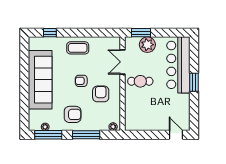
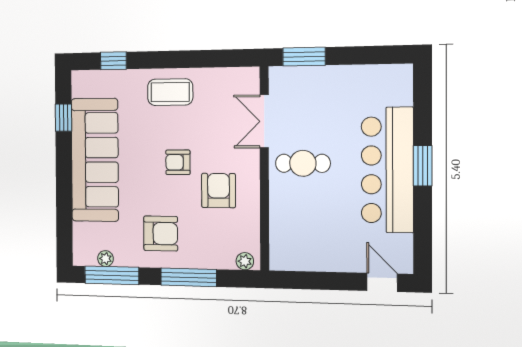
plant: (147, 45) -> (318, 83), removed
window: (24, 59) -> (63, 118), added
bar counter: (178, 65) -> (387, 170), moved

